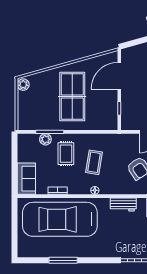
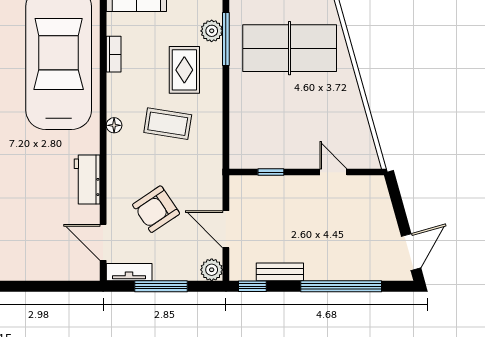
door: (119, 76) -> (333, 172), width x0.53
table tennis table: (72, 97) -> (290, 48), moved
rug: (66, 154) -> (184, 70), turned 90

